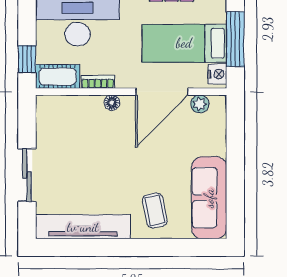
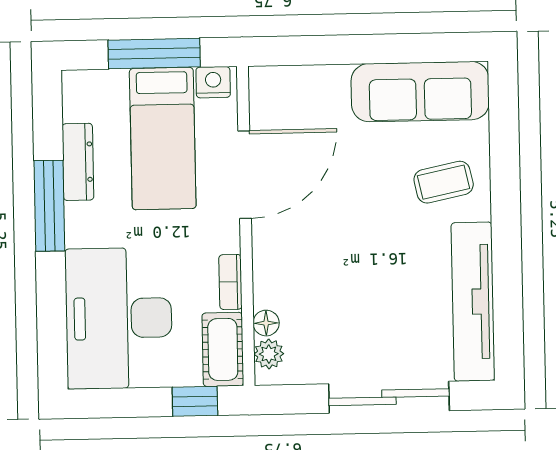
door: (162, 92) -> (245, 175), hinge flipped
floor lamp: (112, 103) -> (266, 323), moved
plant: (200, 104) -> (269, 354), moved
sliding door: (27, 175) -> (389, 397), width x1.37

